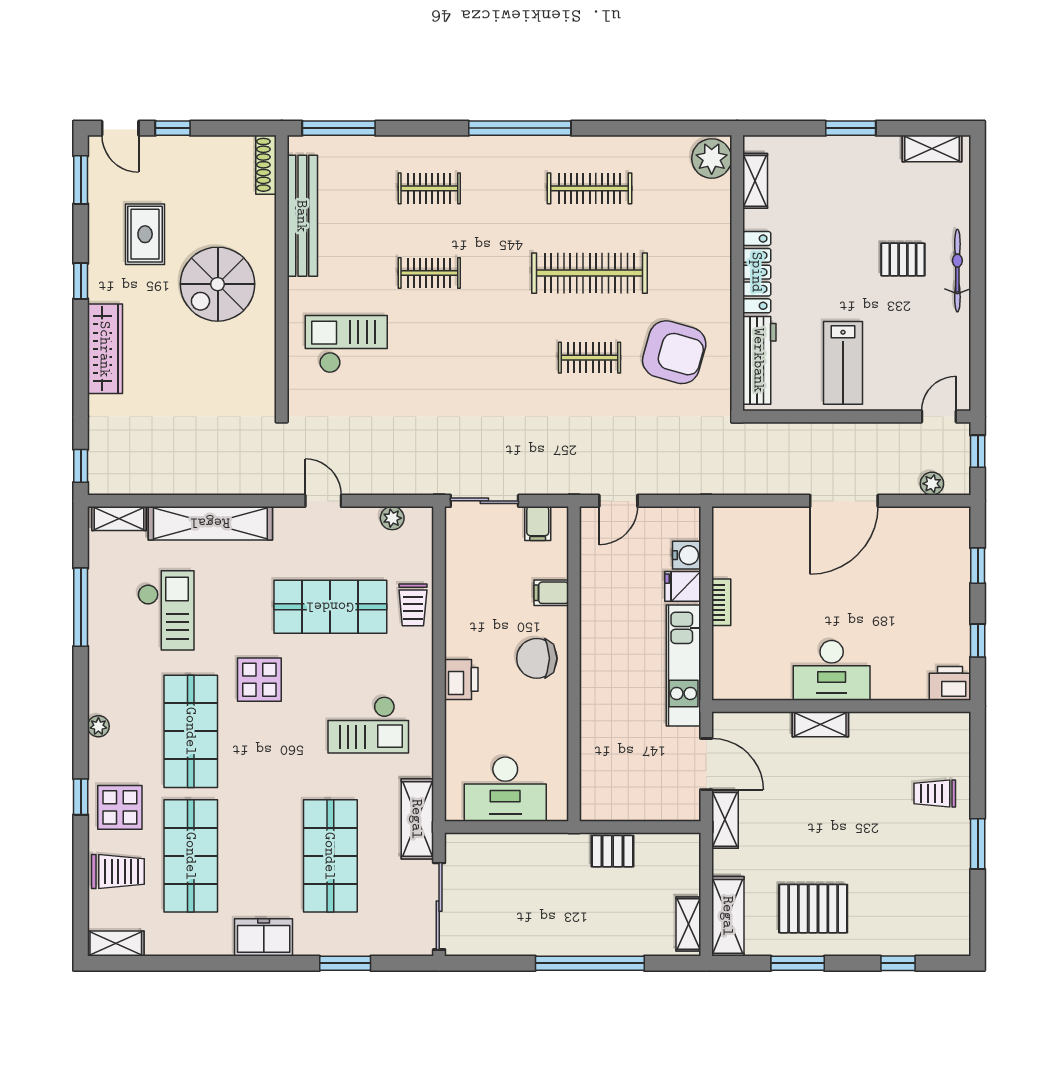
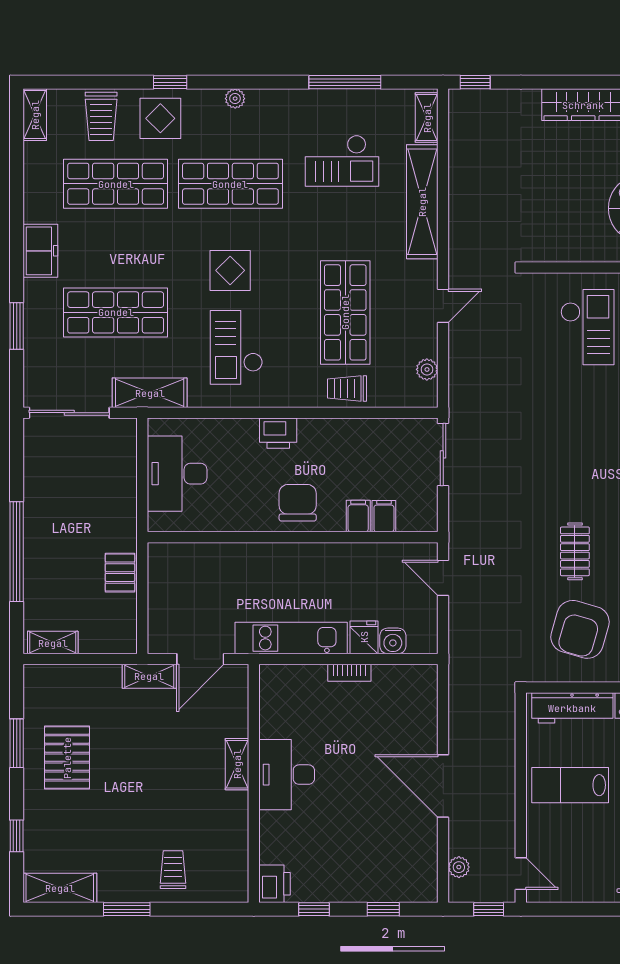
filing cabinet: (538, 523) -> (384, 516), moved, turned 90
display table: (259, 680) -> (230, 270), moved
shelving: (728, 916) -> (60, 888), moved

